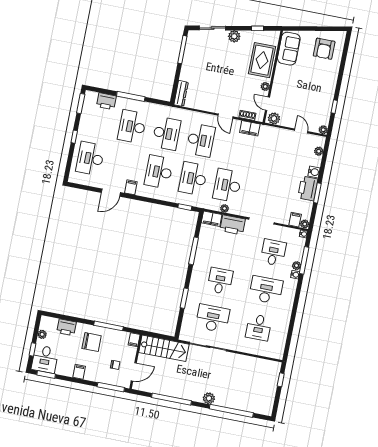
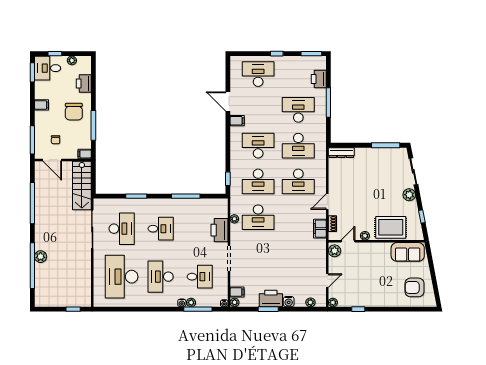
desk: (193, 179) -> (258, 181), turned 180
desk: (227, 185) -> (258, 217), turned 180
filing cabinet: (212, 219) -> (222, 208), removed
desk: (266, 290) -> (161, 277), turned 180
desk: (259, 327) -> (122, 277), width x1.87, depth x1.30
plant: (209, 398) -> (41, 257), moved

